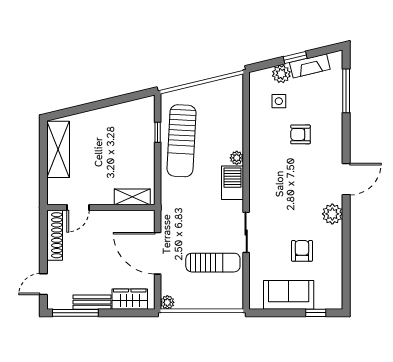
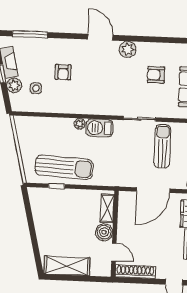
boiler: (102, 194) -> (104, 232), added

